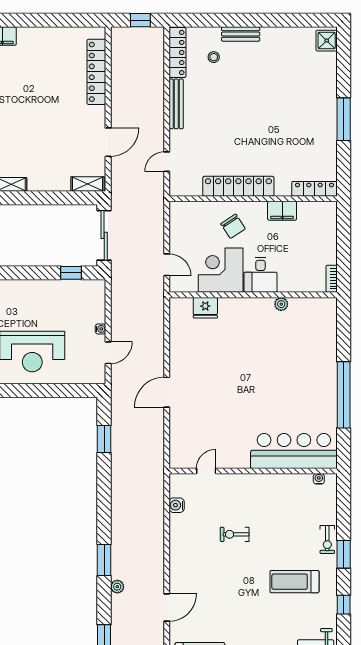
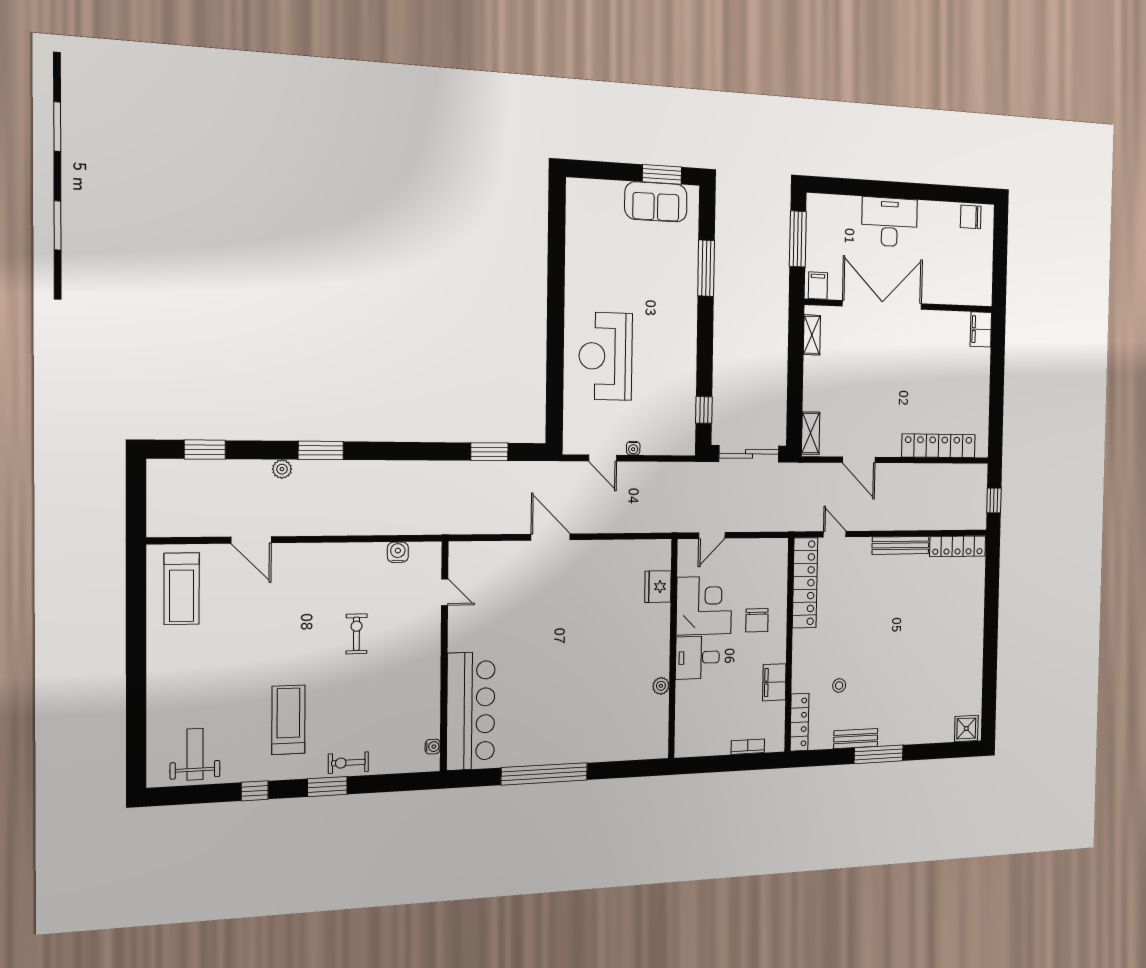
bench: (241, 34) -> (856, 738), moved, turned 90
stool: (214, 57) -> (839, 685), moved
locker: (238, 186) -> (805, 583), moved
chair: (233, 226) -> (757, 620), turned -57
bookcase: (332, 279) -> (748, 747), moved

